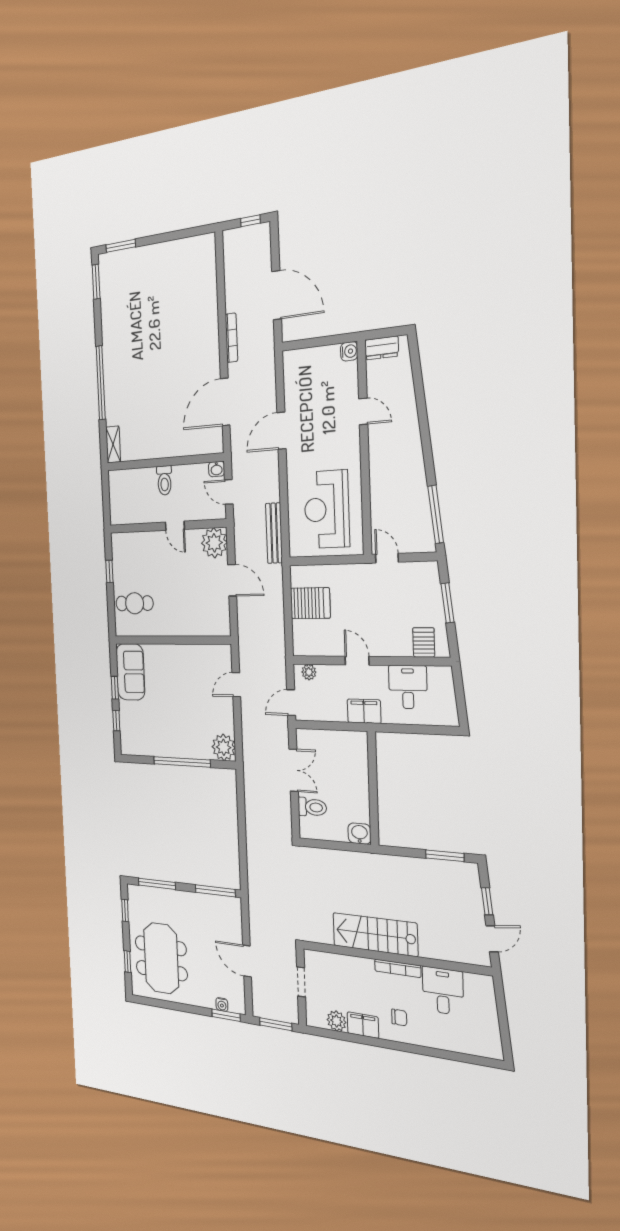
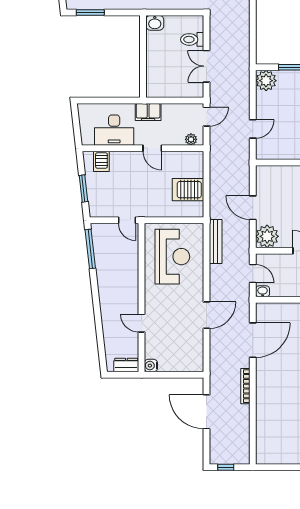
desk: (408, 687) -> (114, 130), width x1.37

